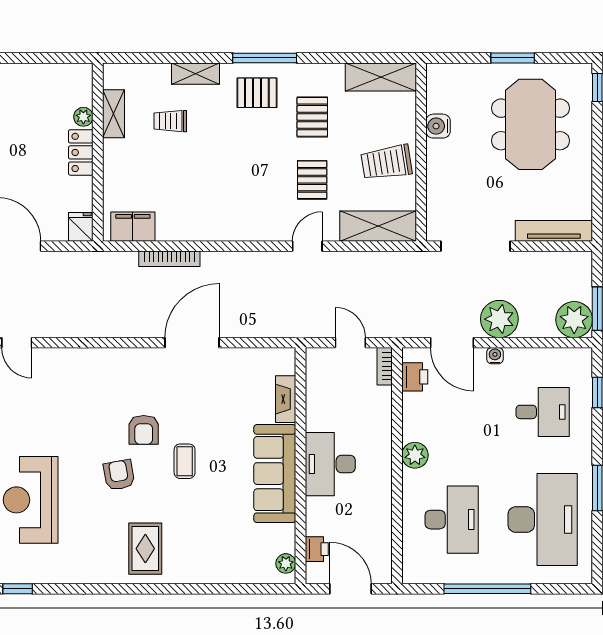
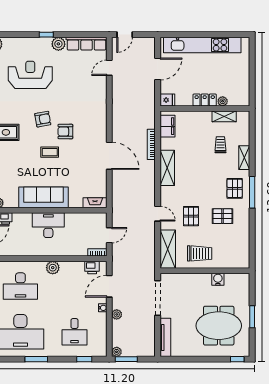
shelving: (381, 77) -> (167, 168), moved
trolley: (387, 162) -> (200, 253), turned 99
pallet: (312, 180) -> (191, 216), turned 90
plant: (499, 319) -> (117, 314), width x0.53, depth x0.53
plant: (574, 320) -> (117, 352), width x0.53, depth x0.53
fireplace: (286, 399) -> (95, 203), moved

